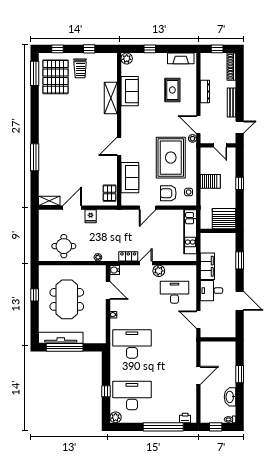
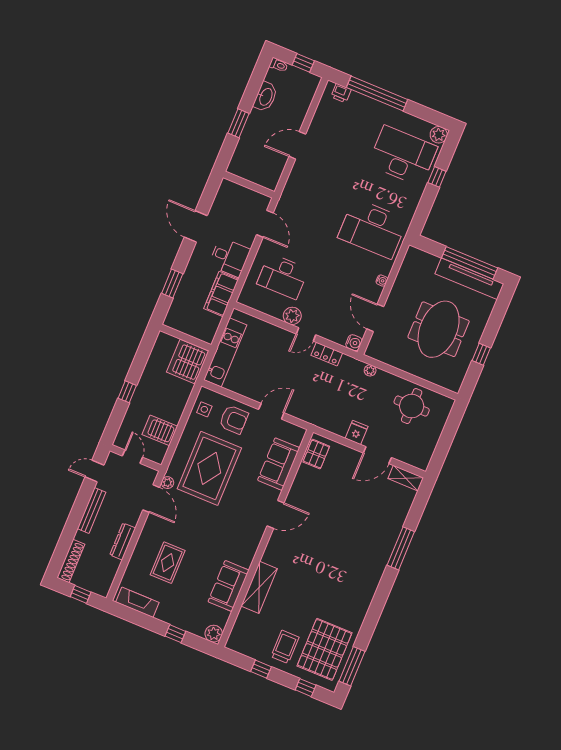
server rack: (210, 181) -> (160, 430), moved
server rack: (224, 219) -> (188, 362), moved, turned 90
desk: (132, 396) -> (403, 156), turned 180

